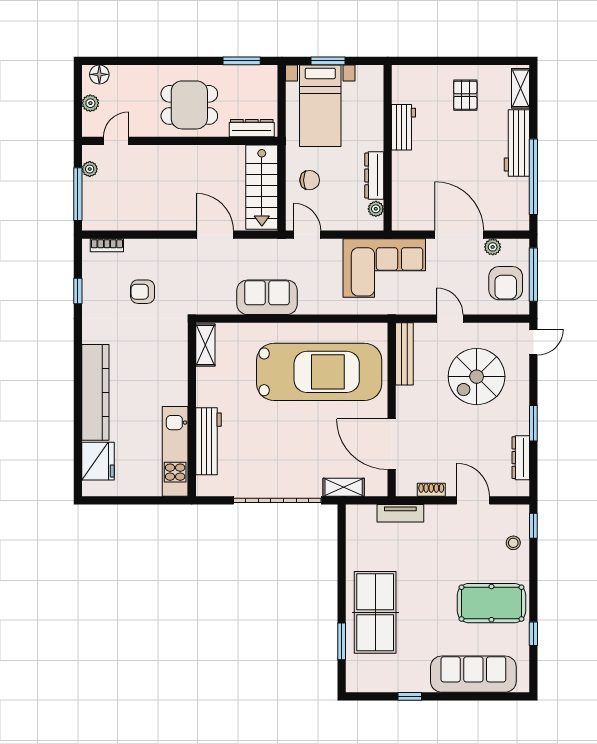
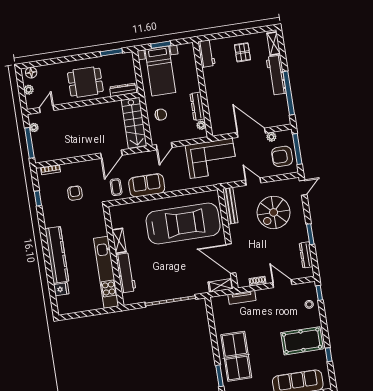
workbench: (403, 127) -> (206, 53), moved
door: (215, 235) -> (111, 154), swing flipped
door: (307, 235) -> (164, 146), swing flipped
armchair: (506, 283) -> (282, 156), turned 90
armchair: (143, 292) -> (75, 193), turned 90
coffee table: (214, 292) -> (116, 187), added
shelving: (205, 345) -> (119, 241), moved
kitchen unit: (175, 451) -> (106, 272), width x1.36
fridge: (98, 461) -> (61, 289), width x0.53, depth x0.75
shelving: (344, 487) -> (221, 285), moved

